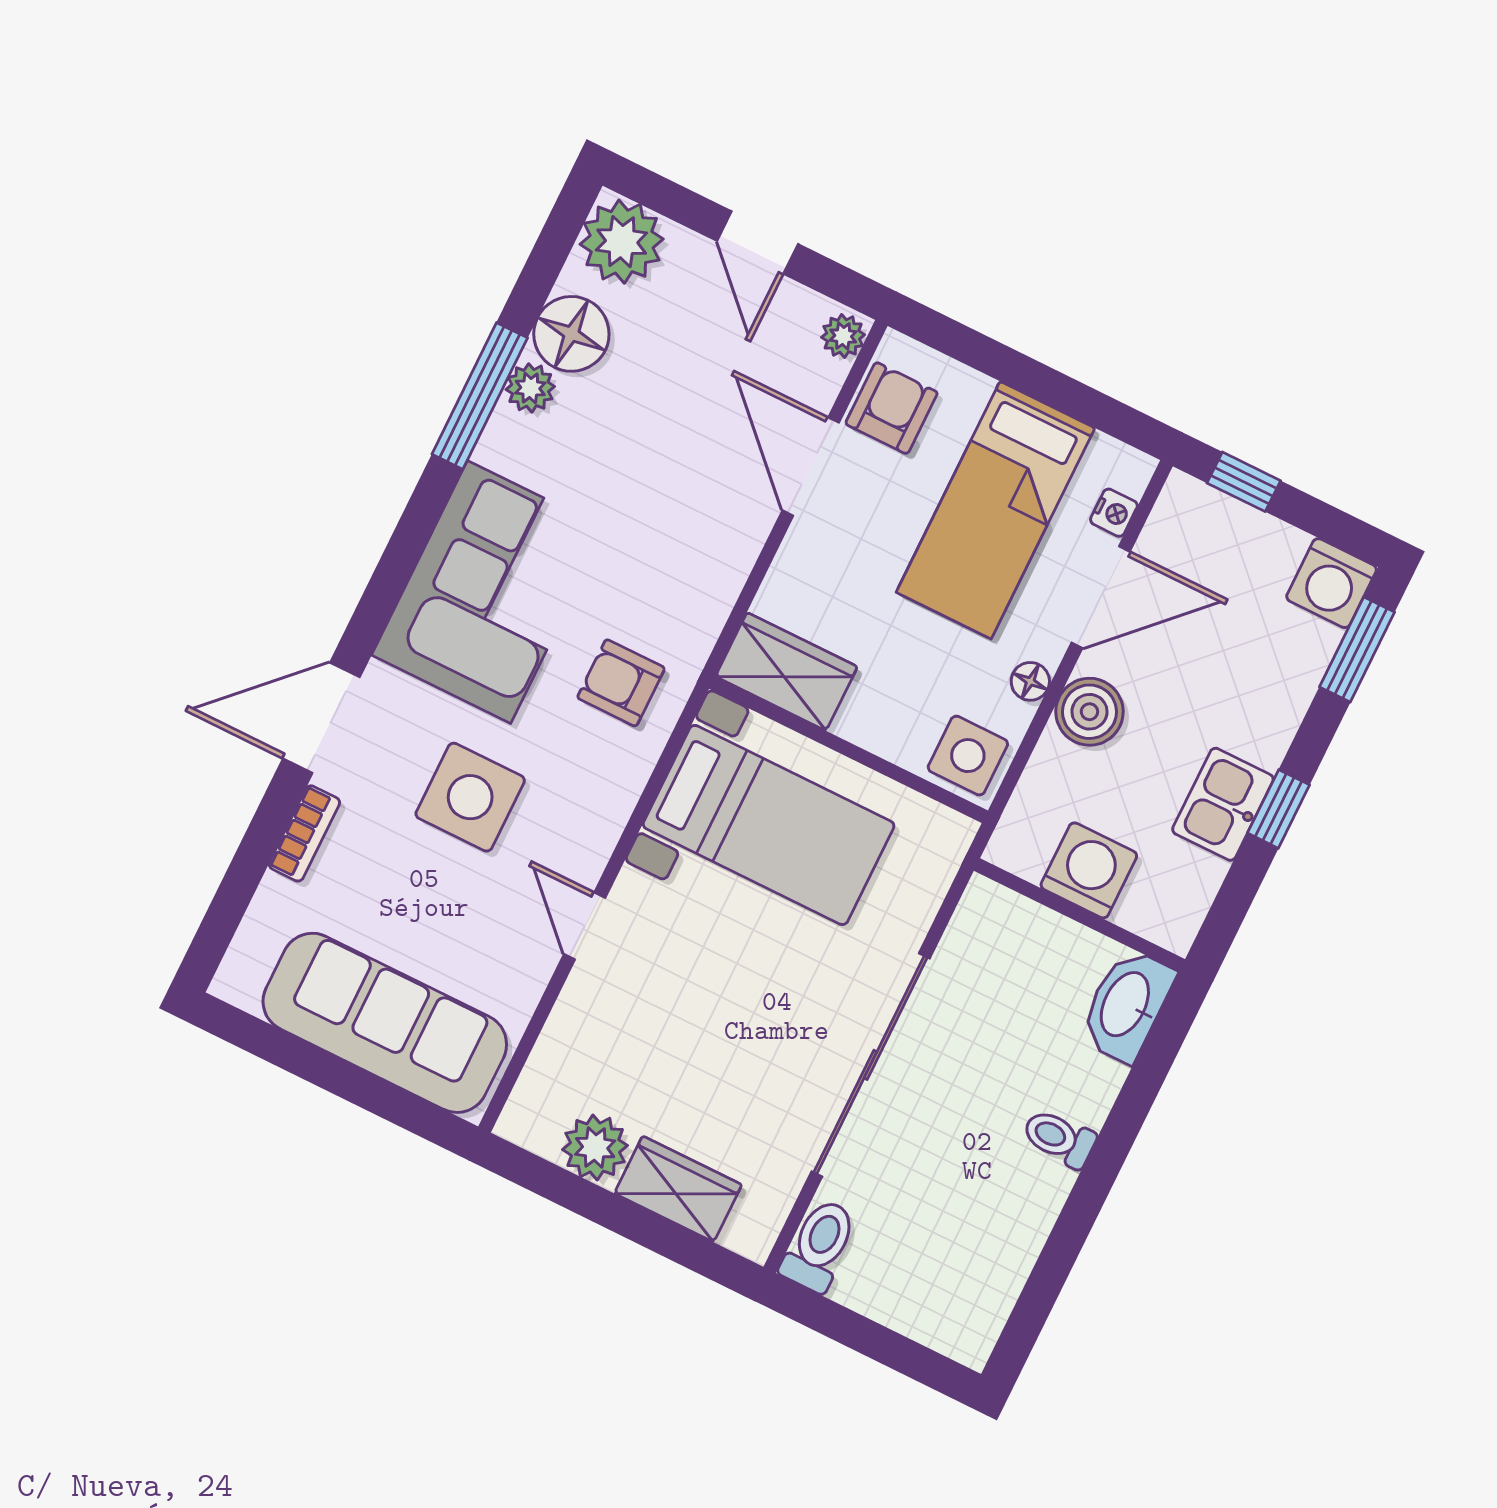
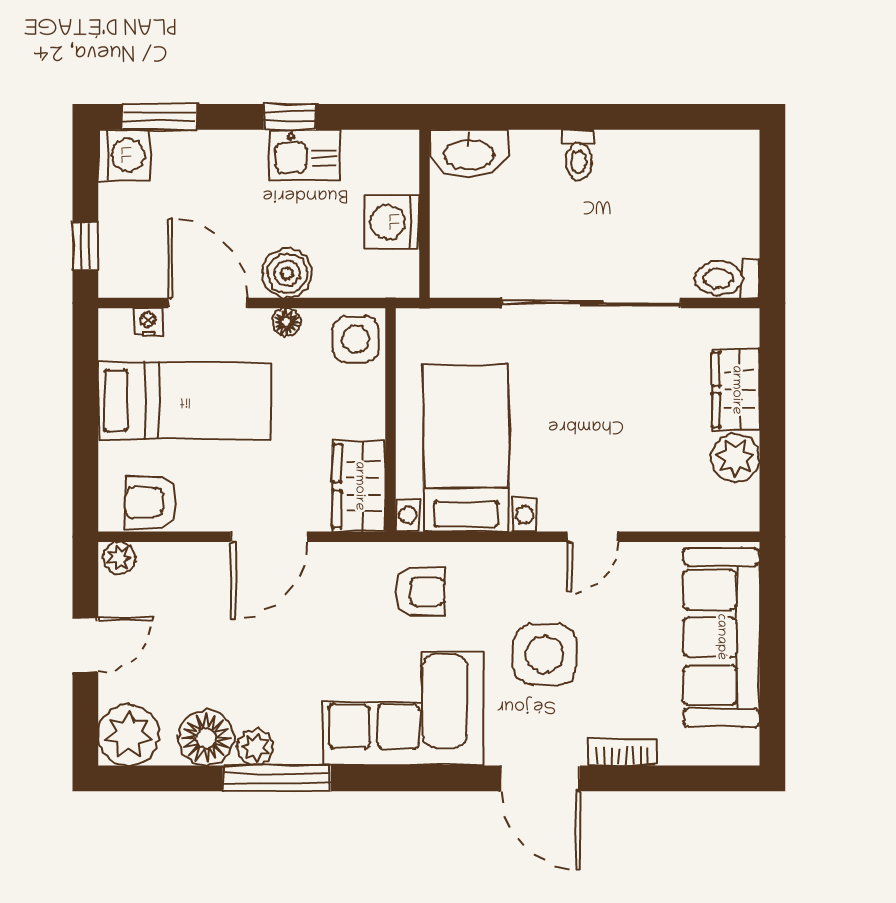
door: (811, 467) -> (269, 537), moved
armchair: (621, 683) -> (420, 592), turned -90

